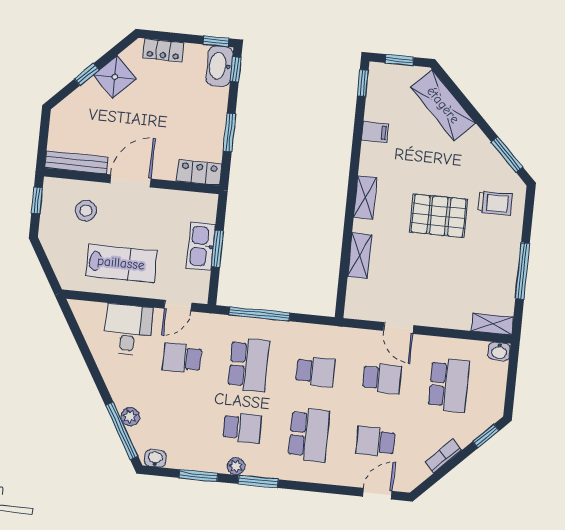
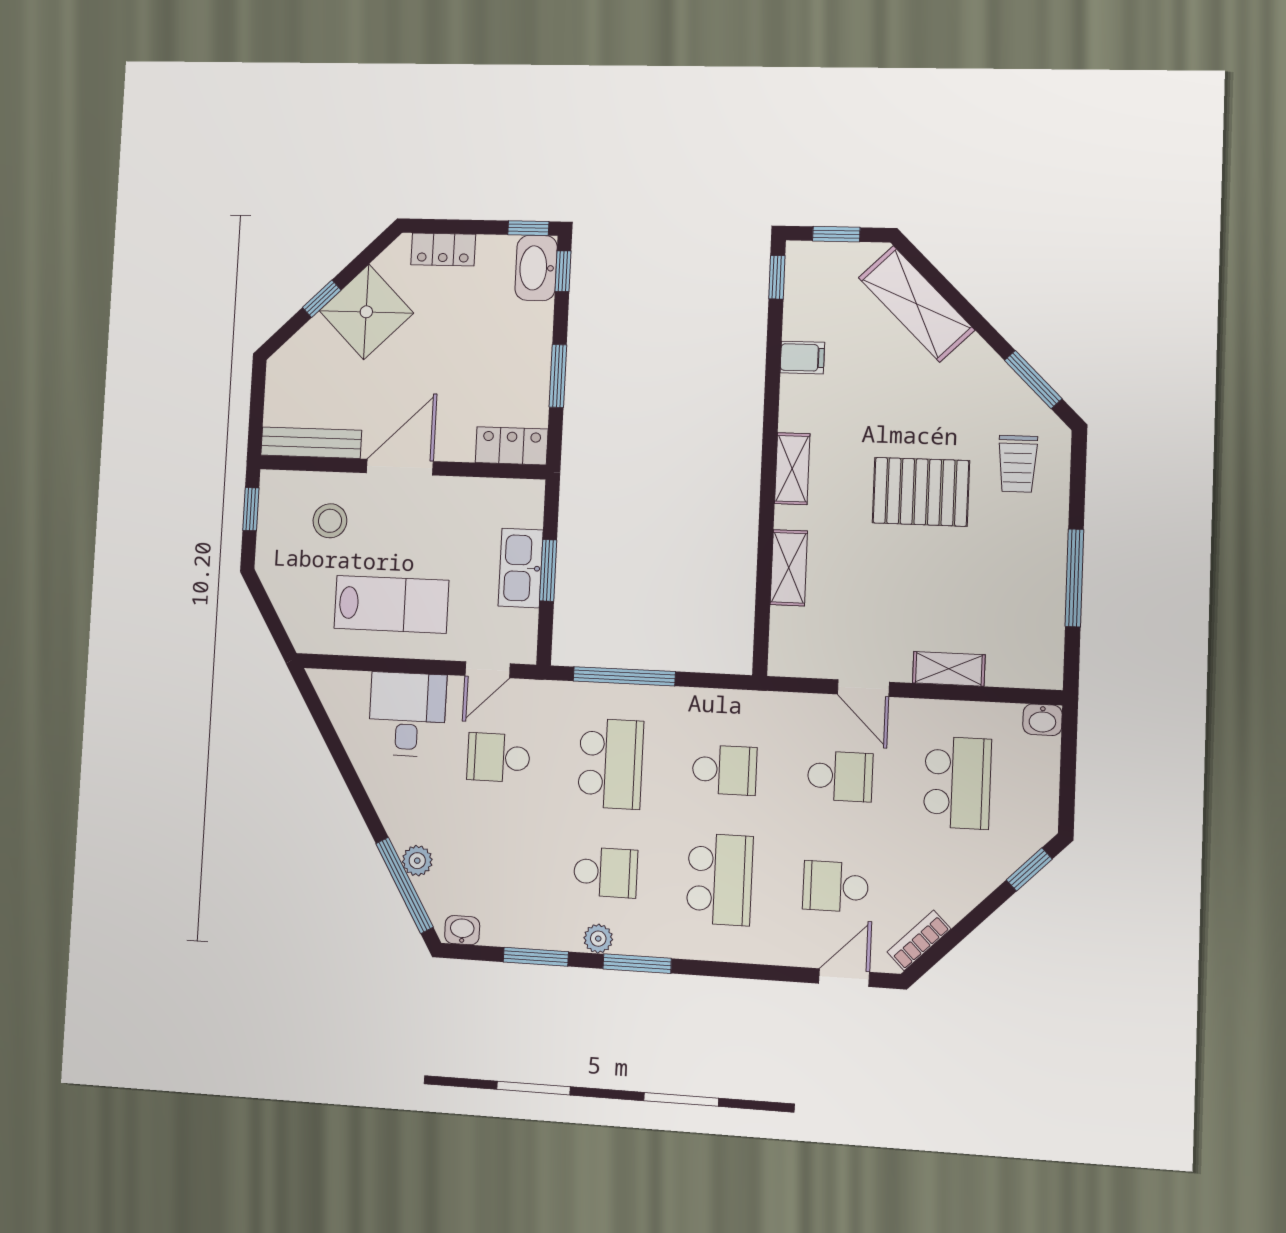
shower: (115, 77) -> (366, 312), width x1.36, depth x1.36
trolley: (495, 203) -> (1018, 464), turned 90
shelving: (492, 324) -> (949, 669), moved
bookcase: (443, 456) -> (919, 940), moved

